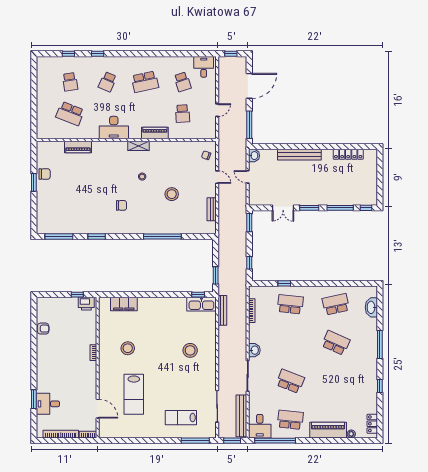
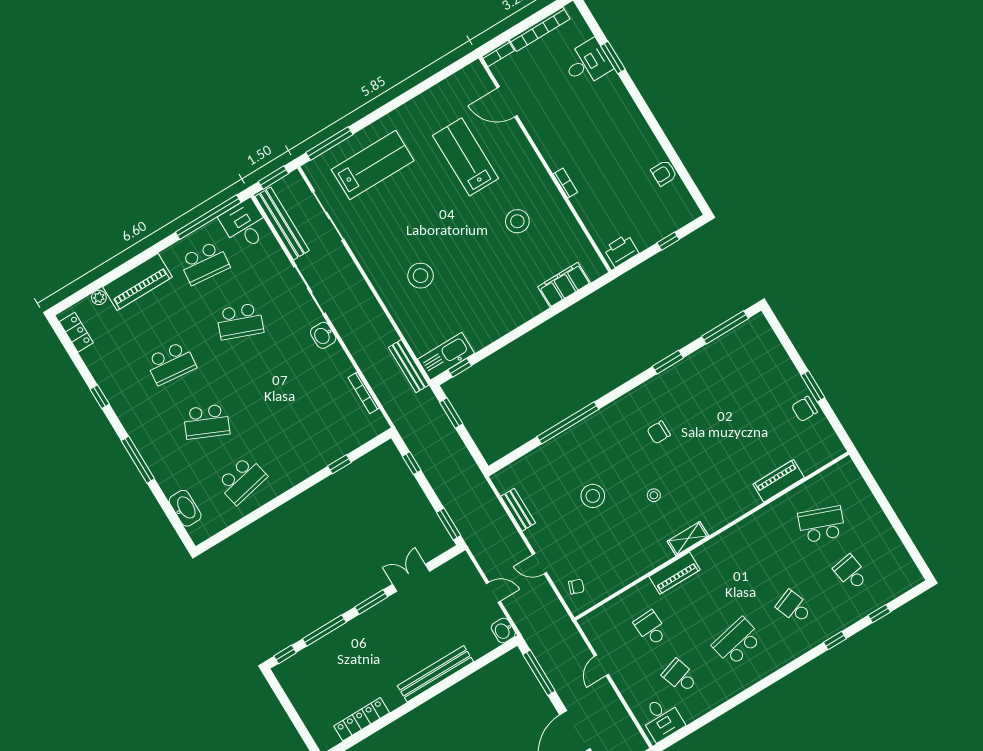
school desk: (108, 82) -> (794, 607), turned -45
desk: (114, 128) -> (742, 543), removed
window: (77, 295) -> (668, 241), moved
school desk: (290, 304) -> (171, 363), moved
lab bench: (181, 418) -> (373, 165), width x1.36, depth x1.39

